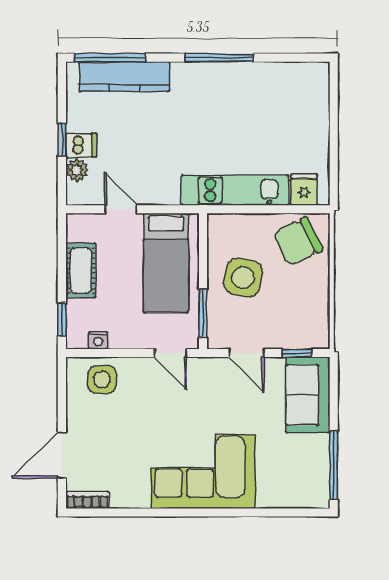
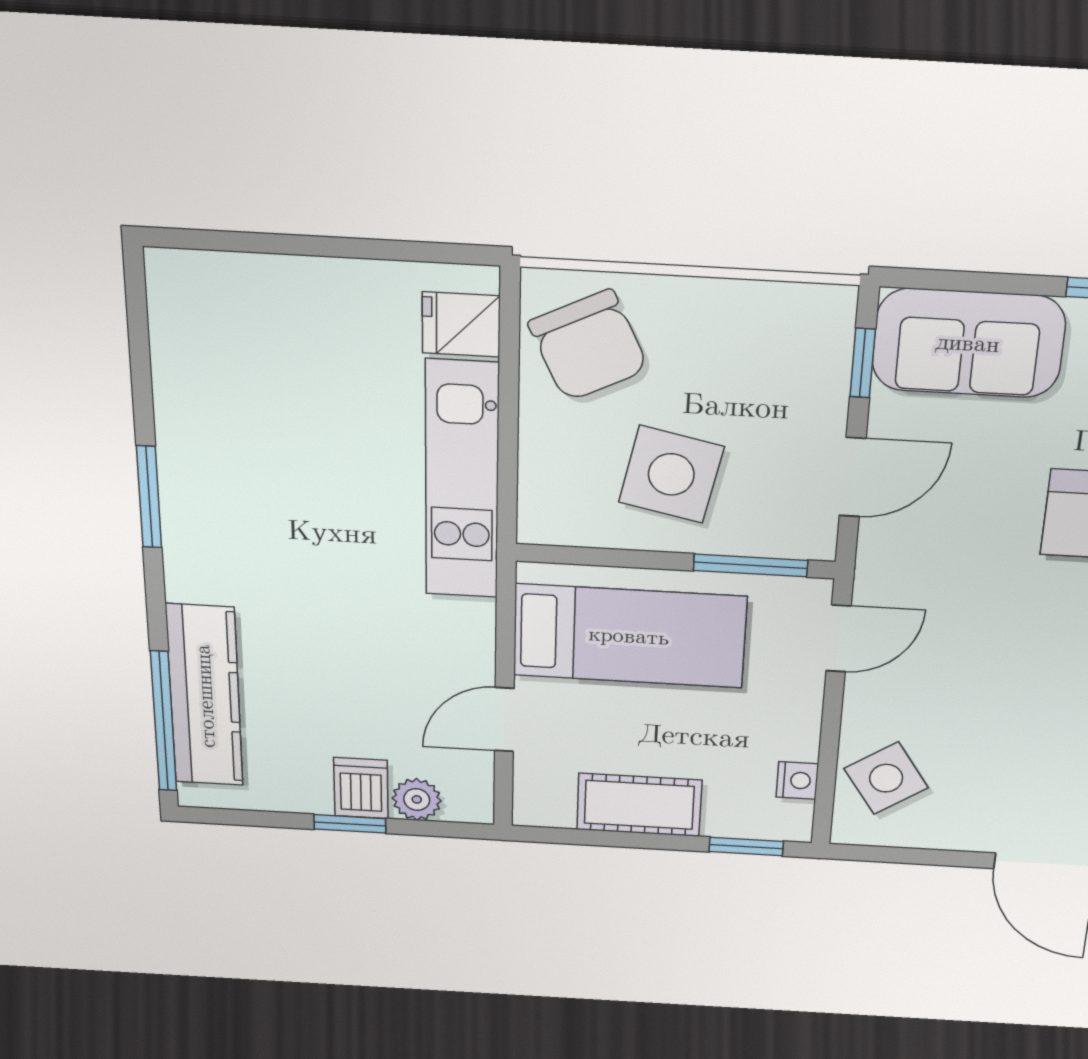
window: (219, 58) -> (149, 497), width x0.69
side table: (102, 379) -> (886, 778), turned -34

